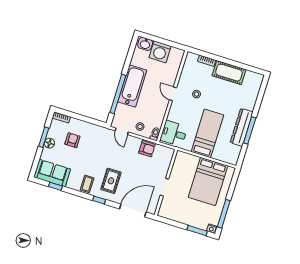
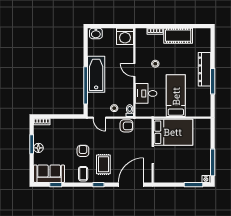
washing machine: (160, 52) -> (125, 36), moved
dresser: (242, 127) -> (204, 69), moved
desk: (174, 133) -> (146, 93), moved
armchair: (72, 140) -> (83, 151), moved
bed: (208, 181) -> (173, 132), moved, turned -90

